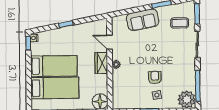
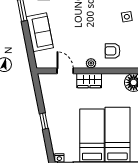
door: (109, 42) -> (65, 71), swing flipped
armchair: (155, 78) -> (112, 51), moved

